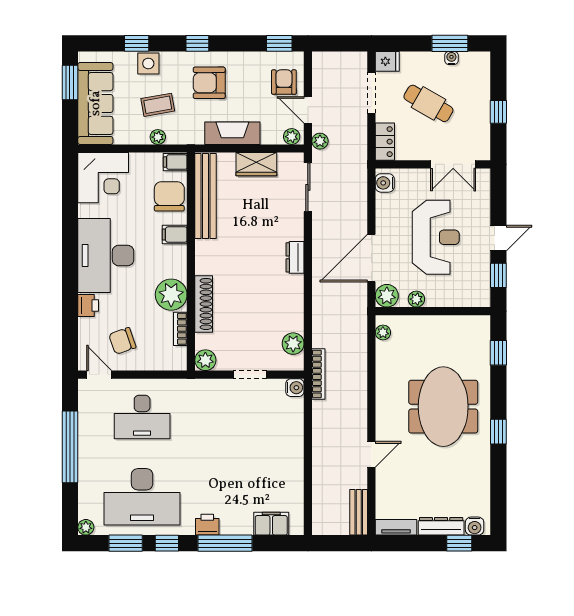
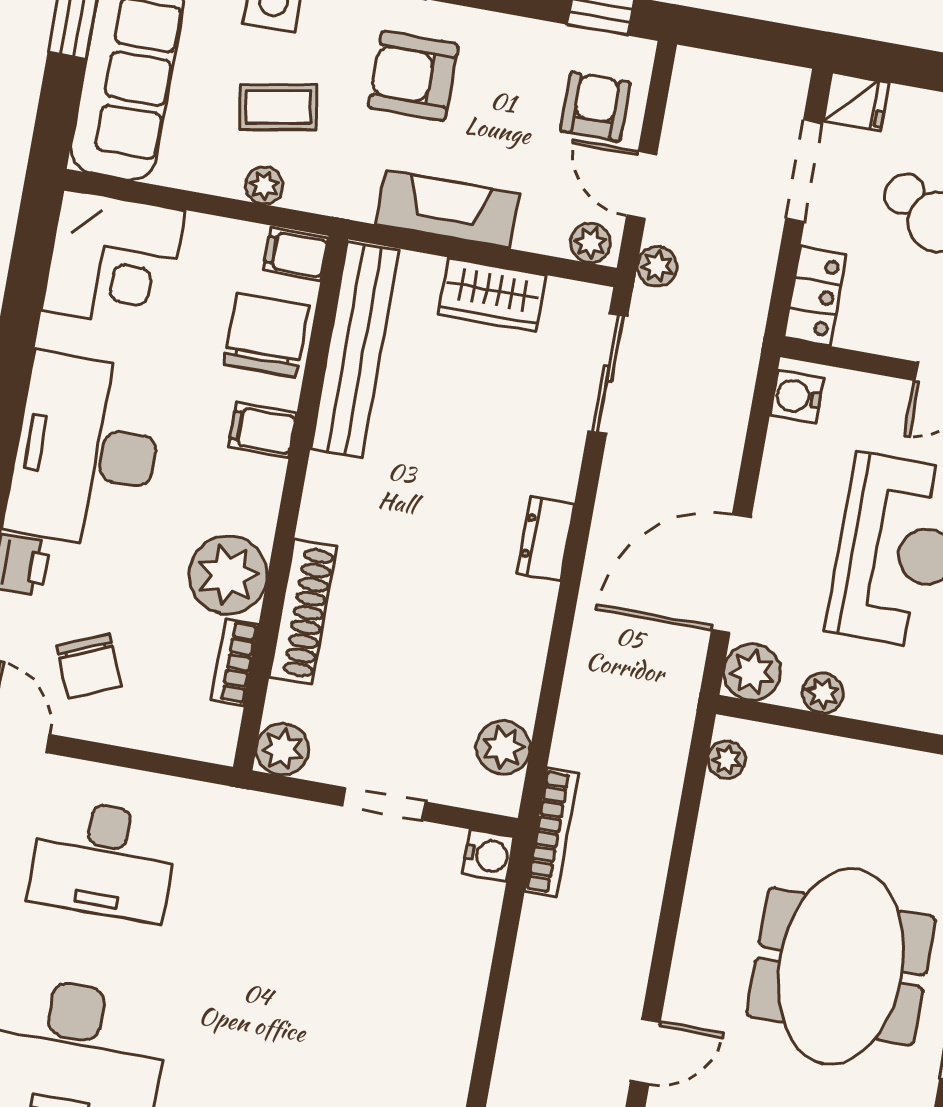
chair: (122, 341) -> (89, 666), turned -94

